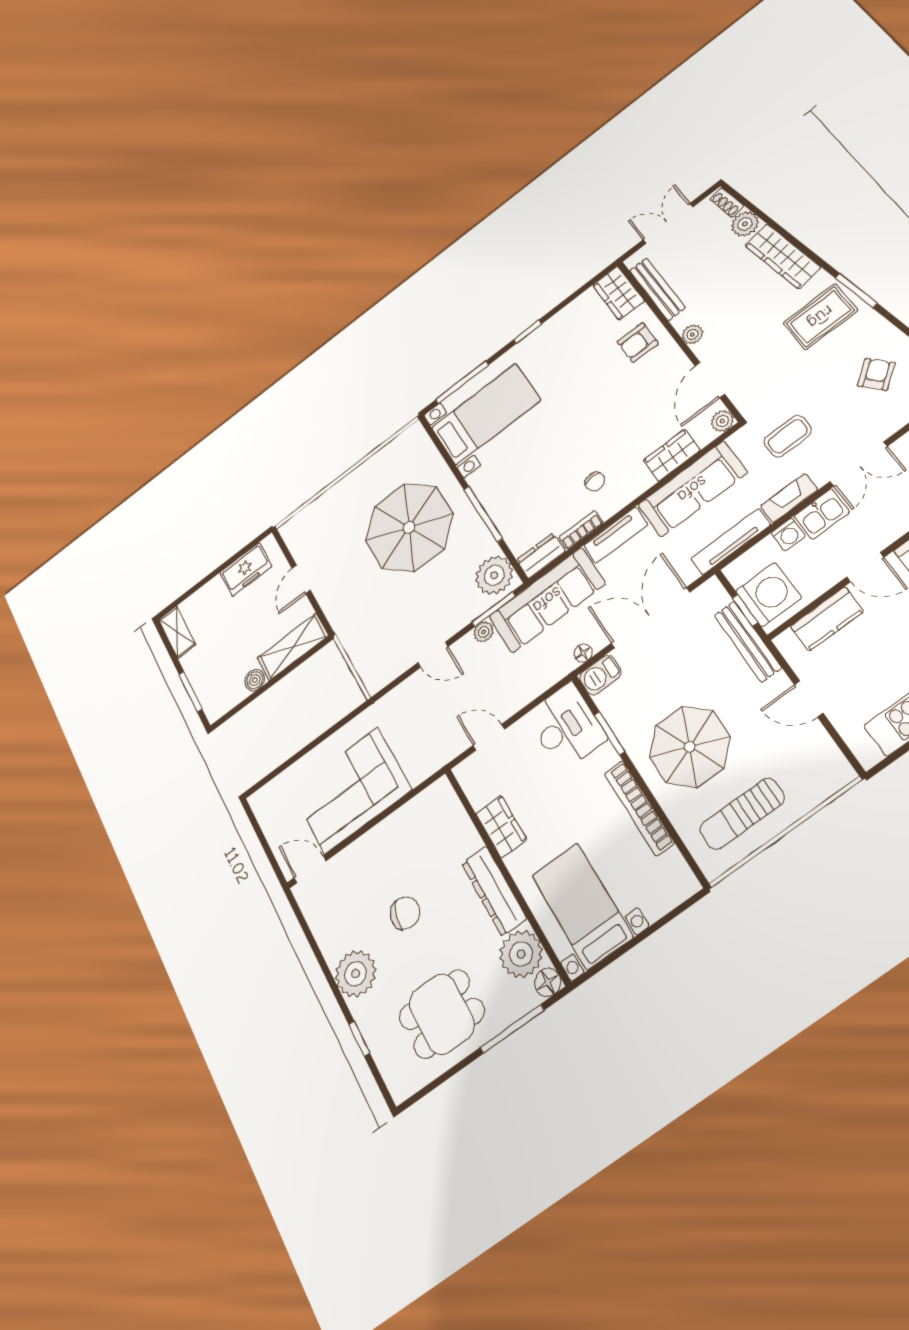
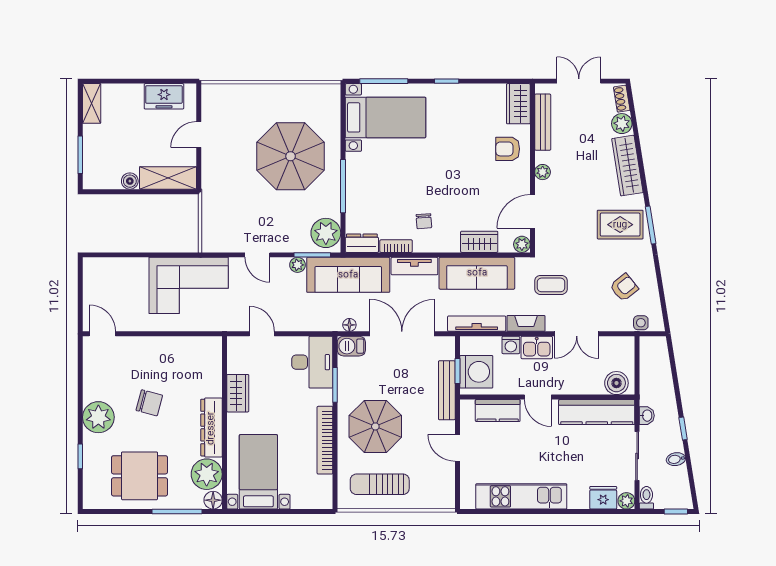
corner sofa: (351, 790) -> (189, 285), moved, turned 180

